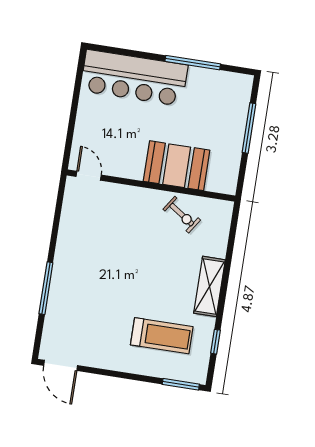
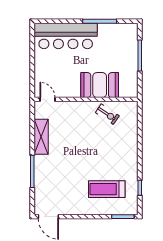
shelving: (209, 286) -> (41, 137), moved
treadmill: (162, 336) -> (107, 189), turned 180

